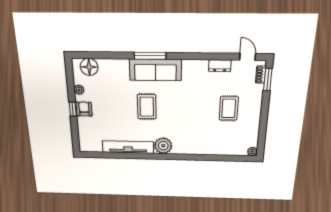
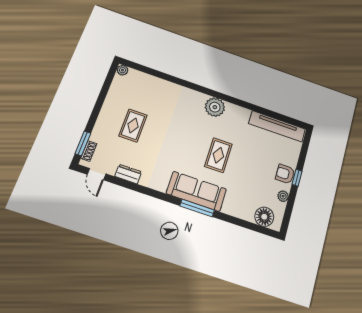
armchair: (84, 109) -> (285, 174), turned 90
tv unit: (128, 147) -> (277, 126), moved

